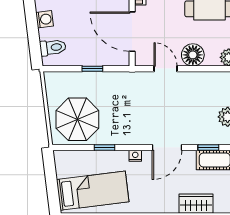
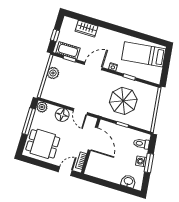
window: (31, 20) -> (149, 163), added
parasol: (77, 119) -> (123, 101), moved

